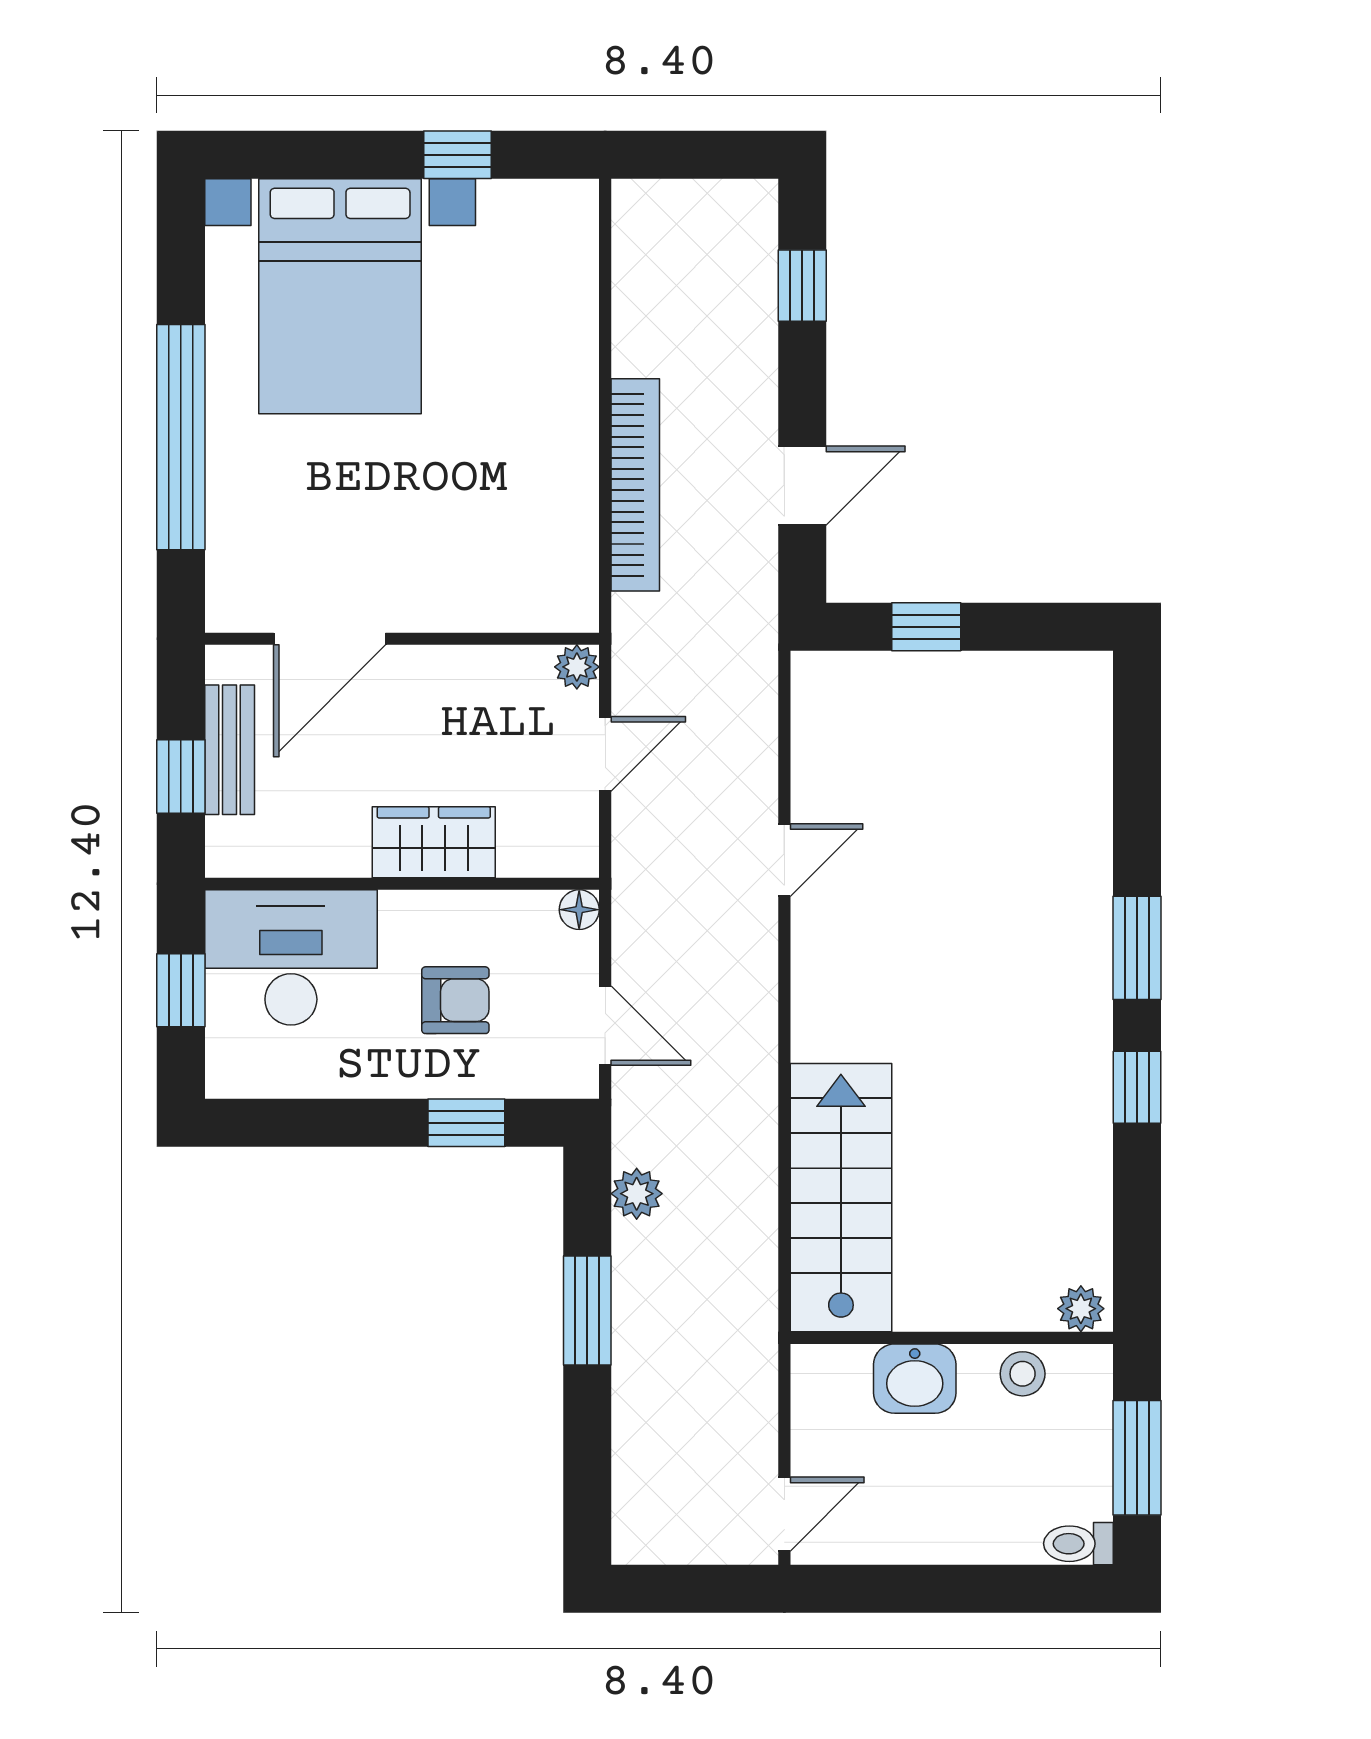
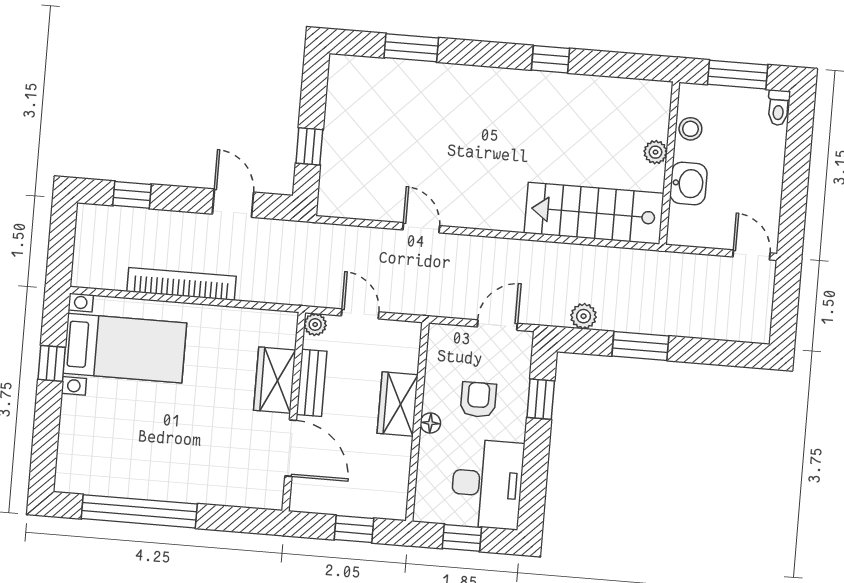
bed with nightstands: (340, 296) -> (125, 348), moved, width x0.73
window: (181, 437) -> (139, 511), moved
bookcase: (635, 485) -> (181, 284), moved
wardrobe: (461, 596) -> (275, 380), added
bench: (230, 750) -> (312, 383), moved, turned 90
floor lamp: (579, 910) -> (430, 423), moved
window: (1137, 948) -> (411, 48), moved
desk: (291, 957) -> (487, 484), moved, turned 180
plant: (1081, 1309) -> (655, 152), moved

